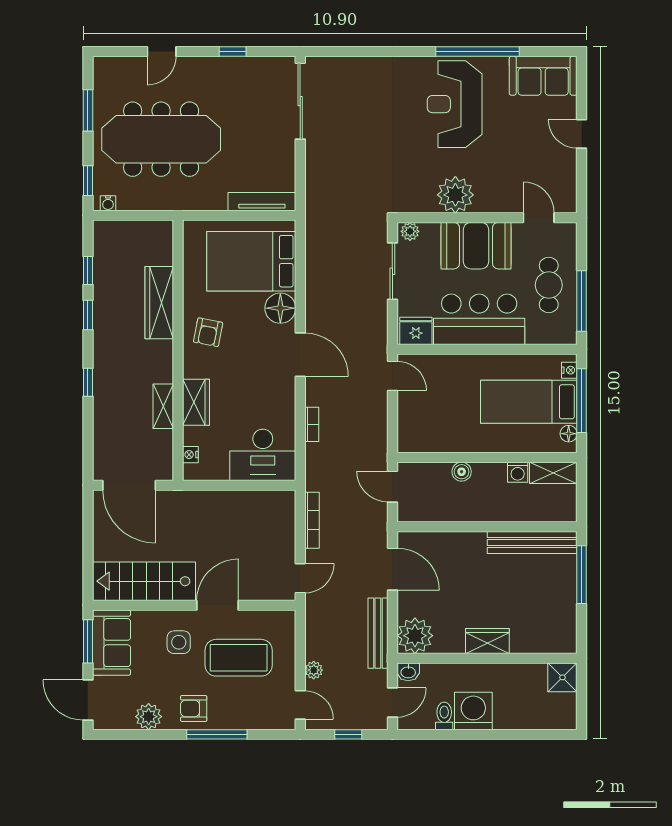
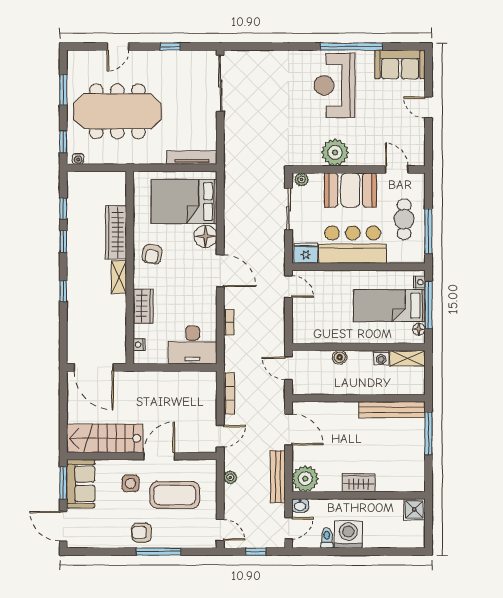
shelving: (163, 406) -> (119, 277), moved
plant: (314, 670) -> (230, 477), moved
plant: (149, 717) -> (108, 538), removed

